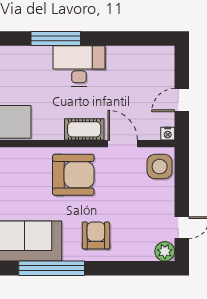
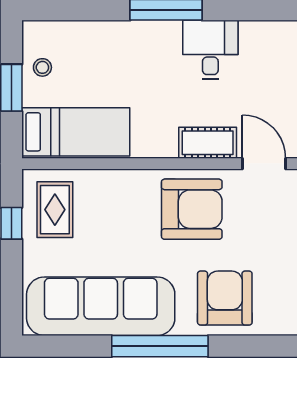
desk: (79, 66) -> (210, 50), width x0.73
armchair: (96, 235) -> (225, 298), width x1.36, depth x1.36

